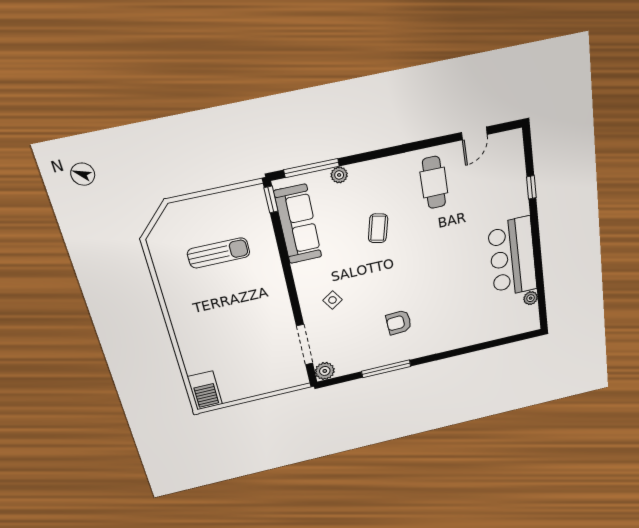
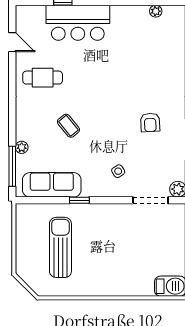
window: (271, 200) -> (79, 200), moved
coffee table: (378, 228) -> (68, 126), turned 37
sun lounger: (219, 253) -> (60, 247), width x1.36, depth x1.34
bar counter: (513, 257) -> (78, 23), moved

